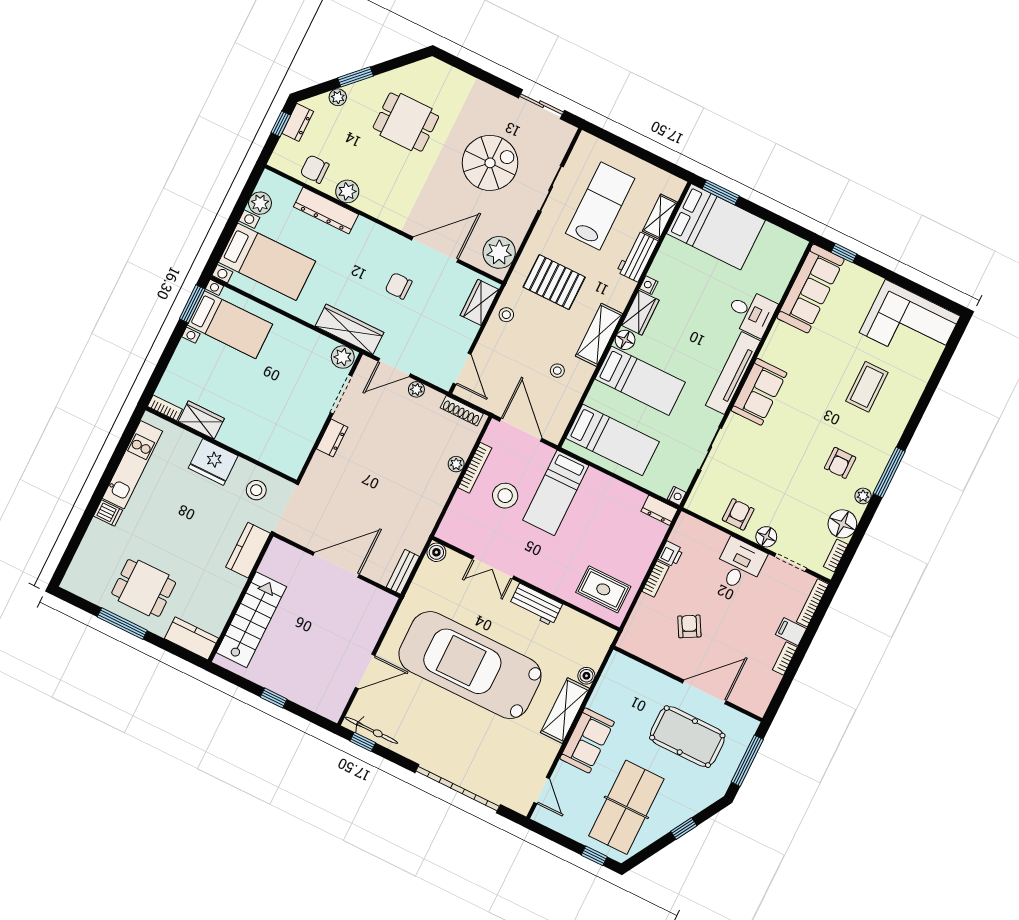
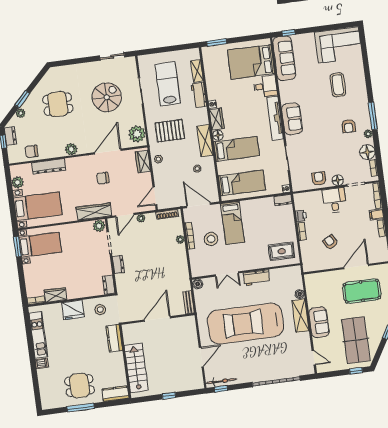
plant: (347, 191) -> (71, 149), moved
bed: (716, 227) -> (251, 62), moved, turned 180
door: (462, 369) -> (155, 196), swing flipped
dresser: (296, 460) -> (109, 285), added

